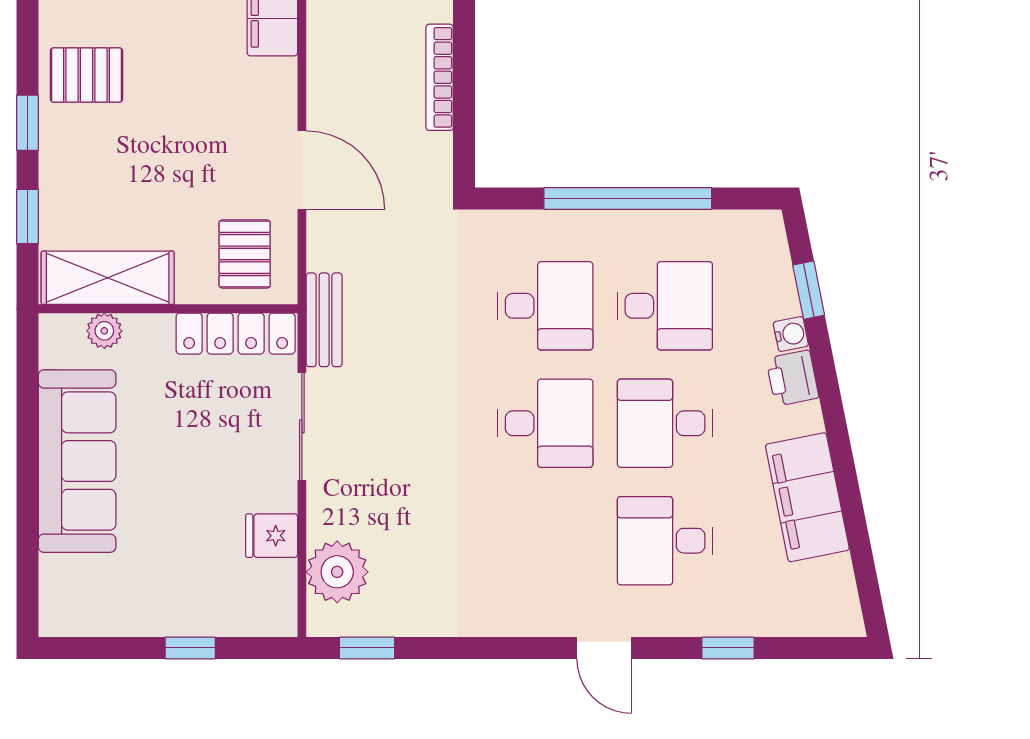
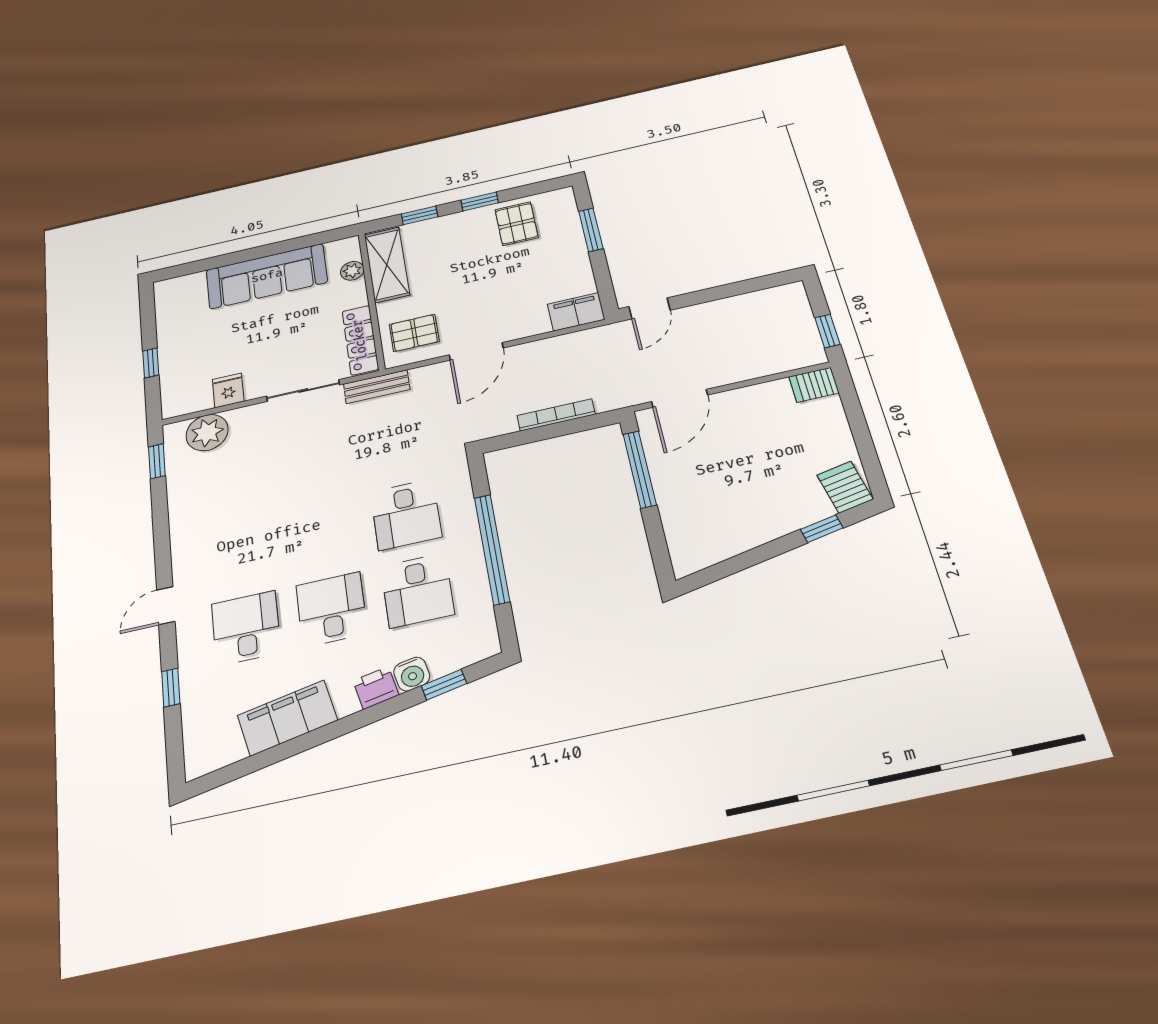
water cooler: (791, 334) -> (412, 674), width x1.38, depth x1.38
desk: (545, 423) -> (322, 533), removed

